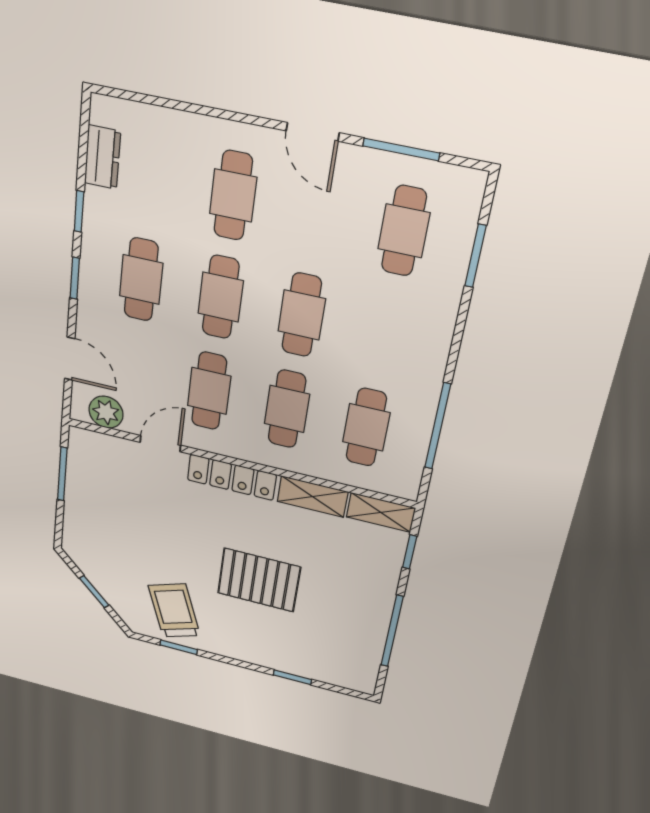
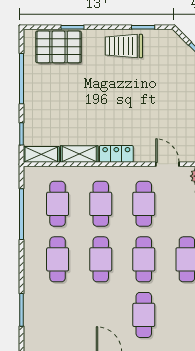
cafe table: (404, 231) -> (58, 259), moved
door: (160, 444) -> (167, 164), swing flipped
locker: (232, 477) -> (116, 154), width x0.66
pallet: (259, 580) -> (59, 47), moved
trolley: (174, 611) -> (124, 46), moved, turned 110

